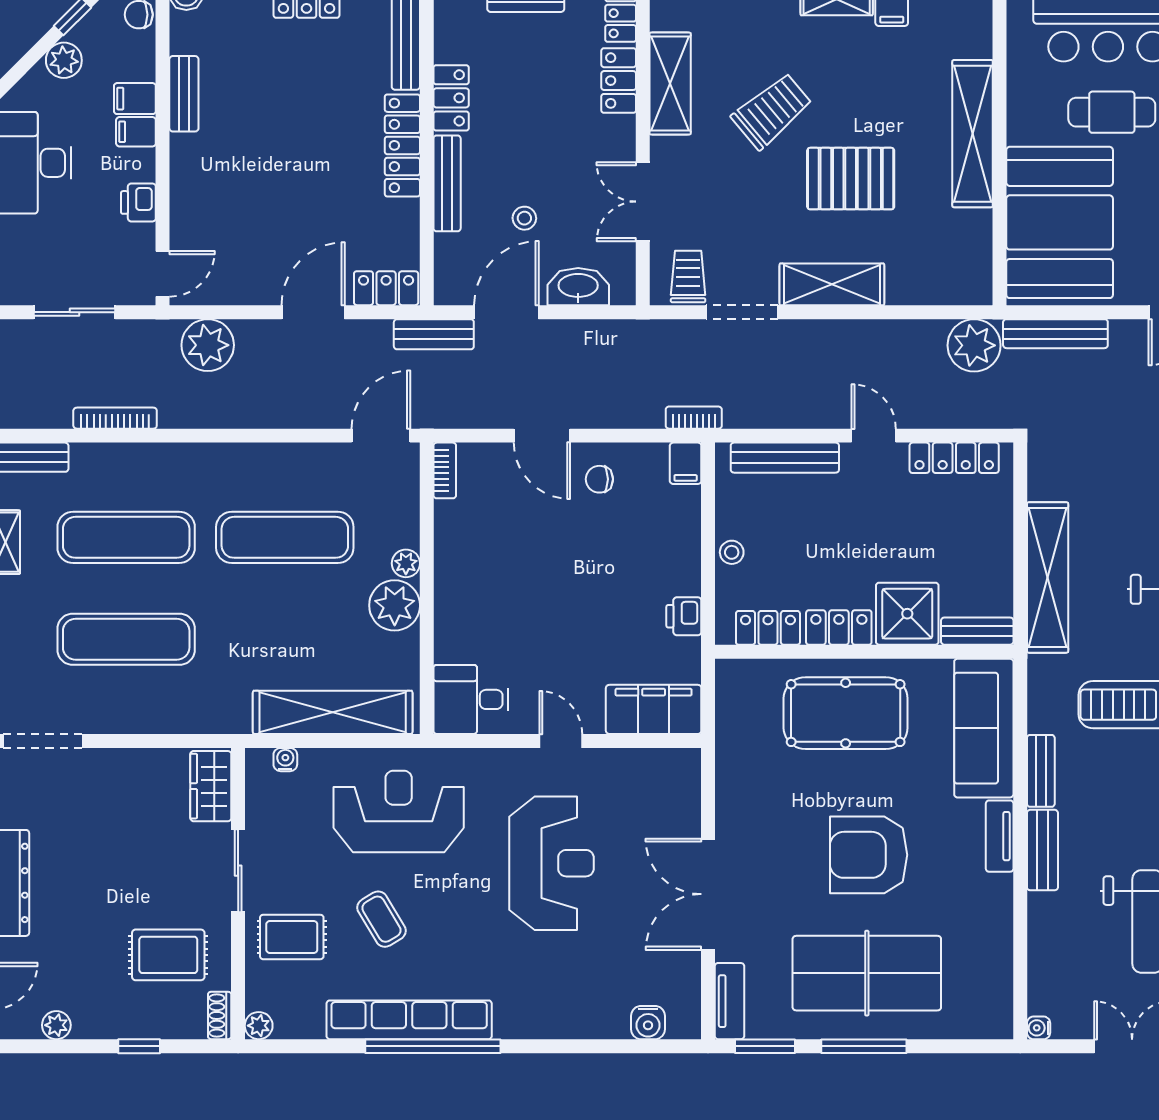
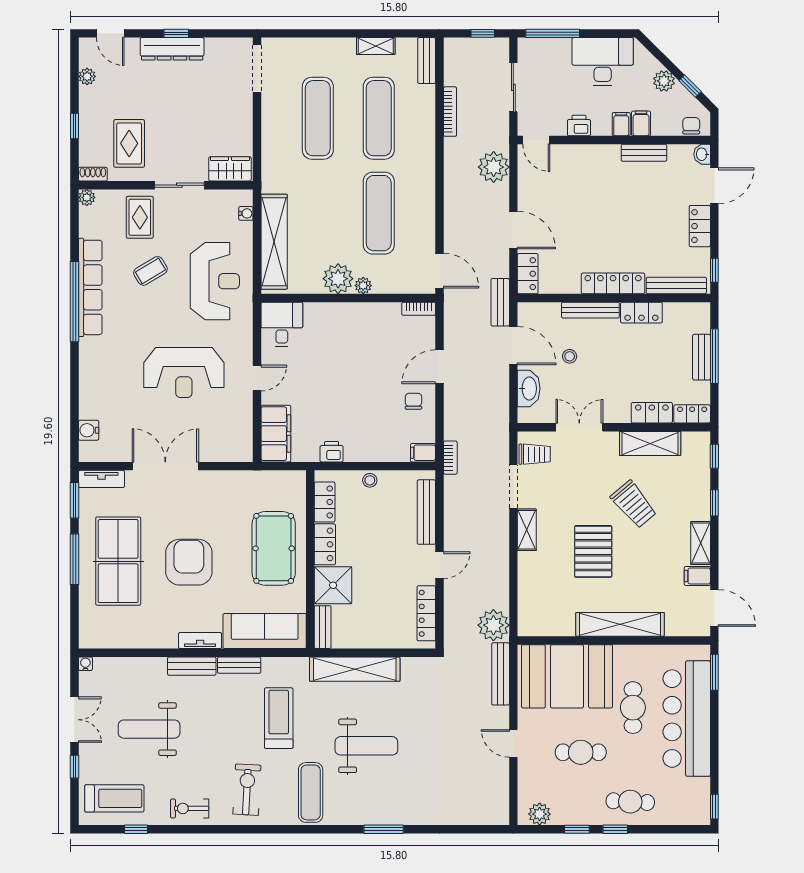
shelving: (832, 284) -> (527, 530), width x0.67, depth x0.75

